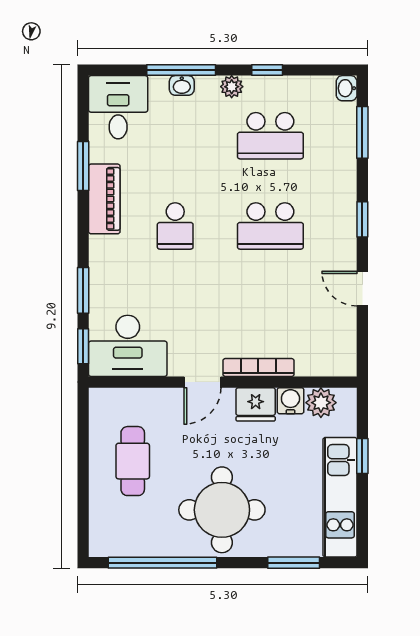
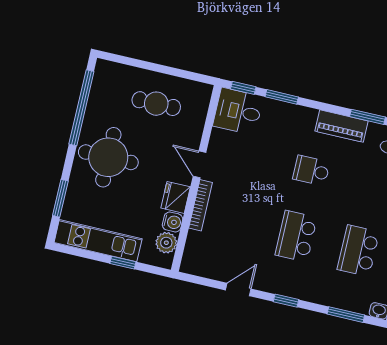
desk: (128, 346) -> (238, 111), width x0.73

